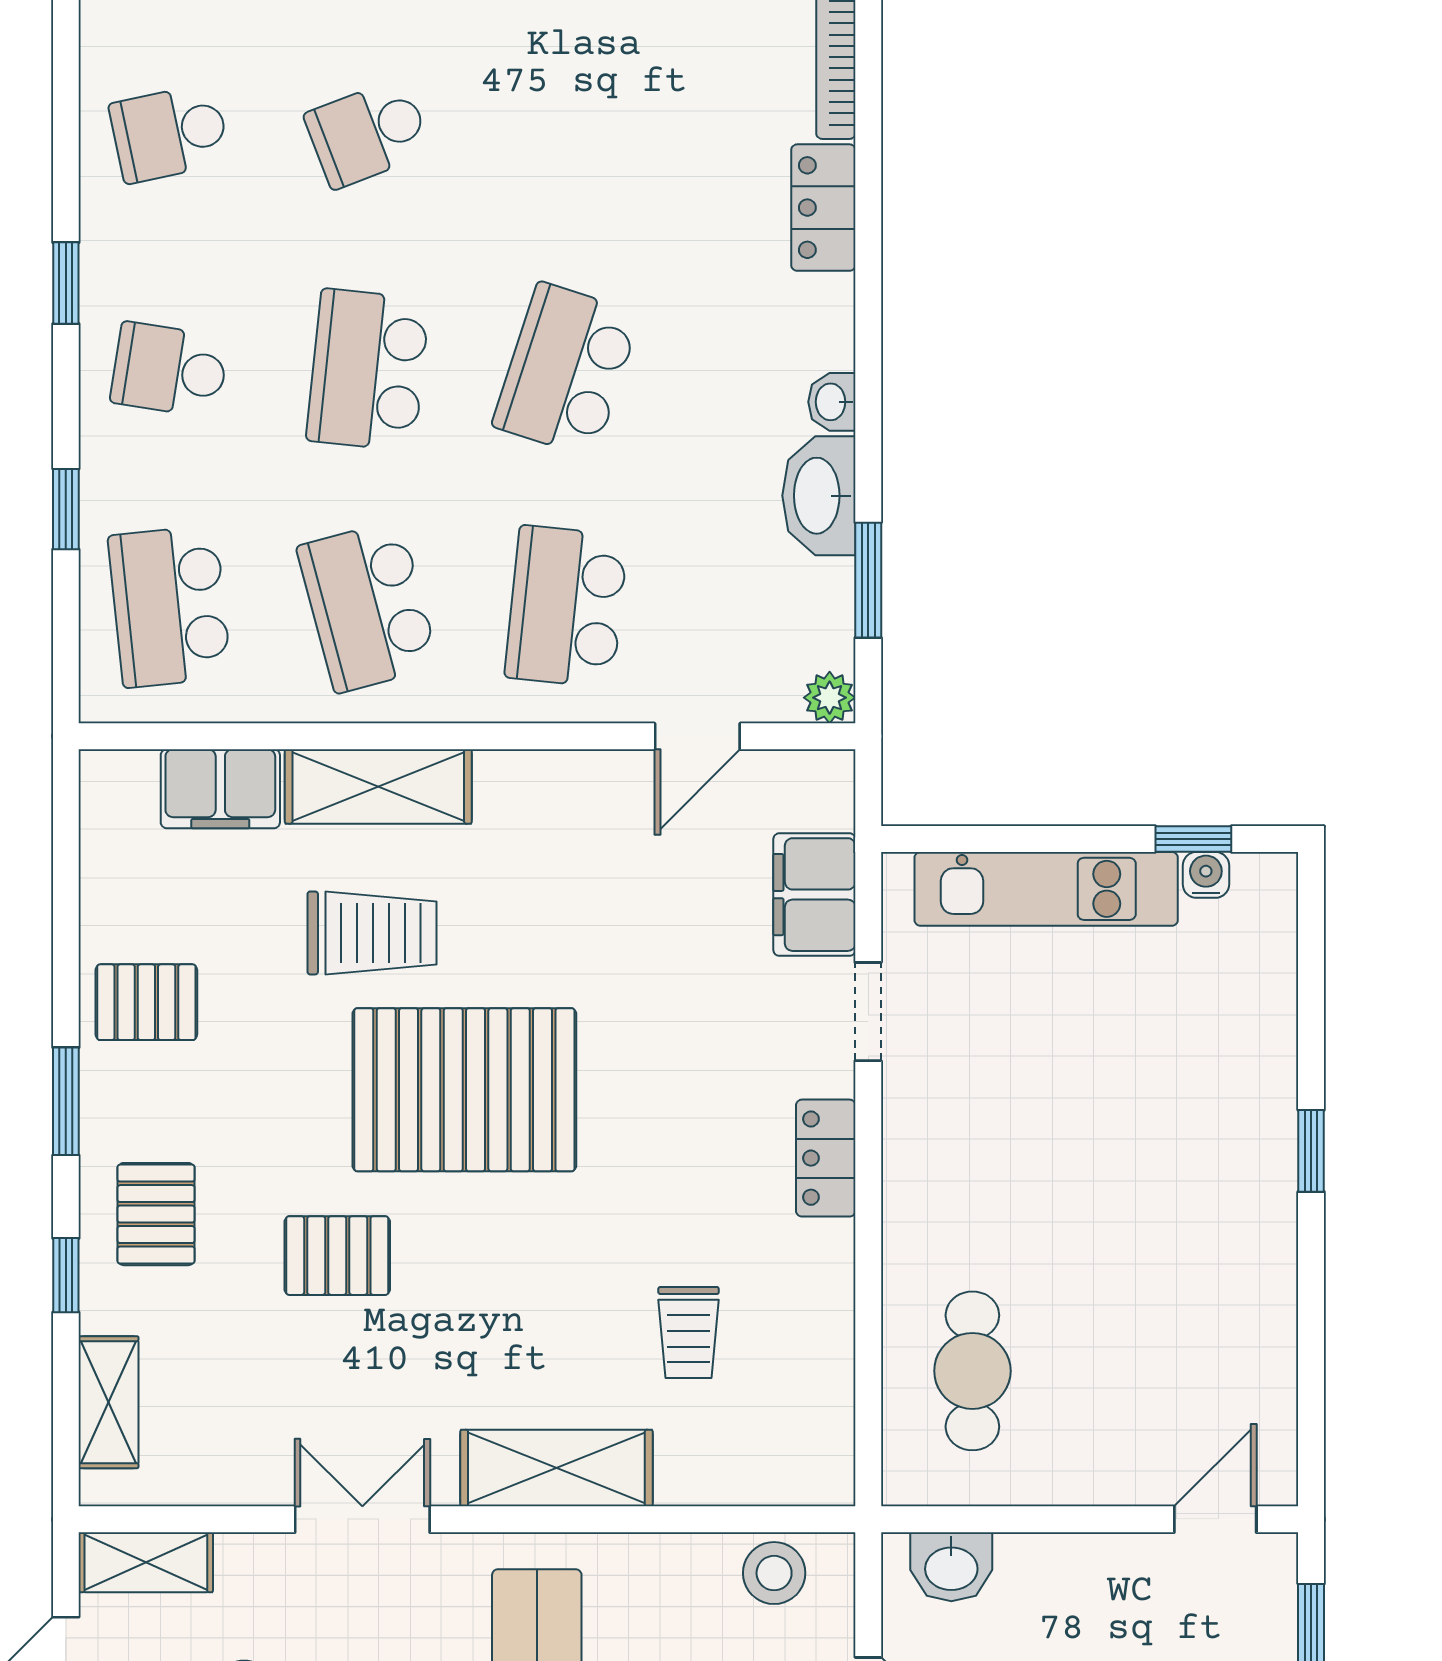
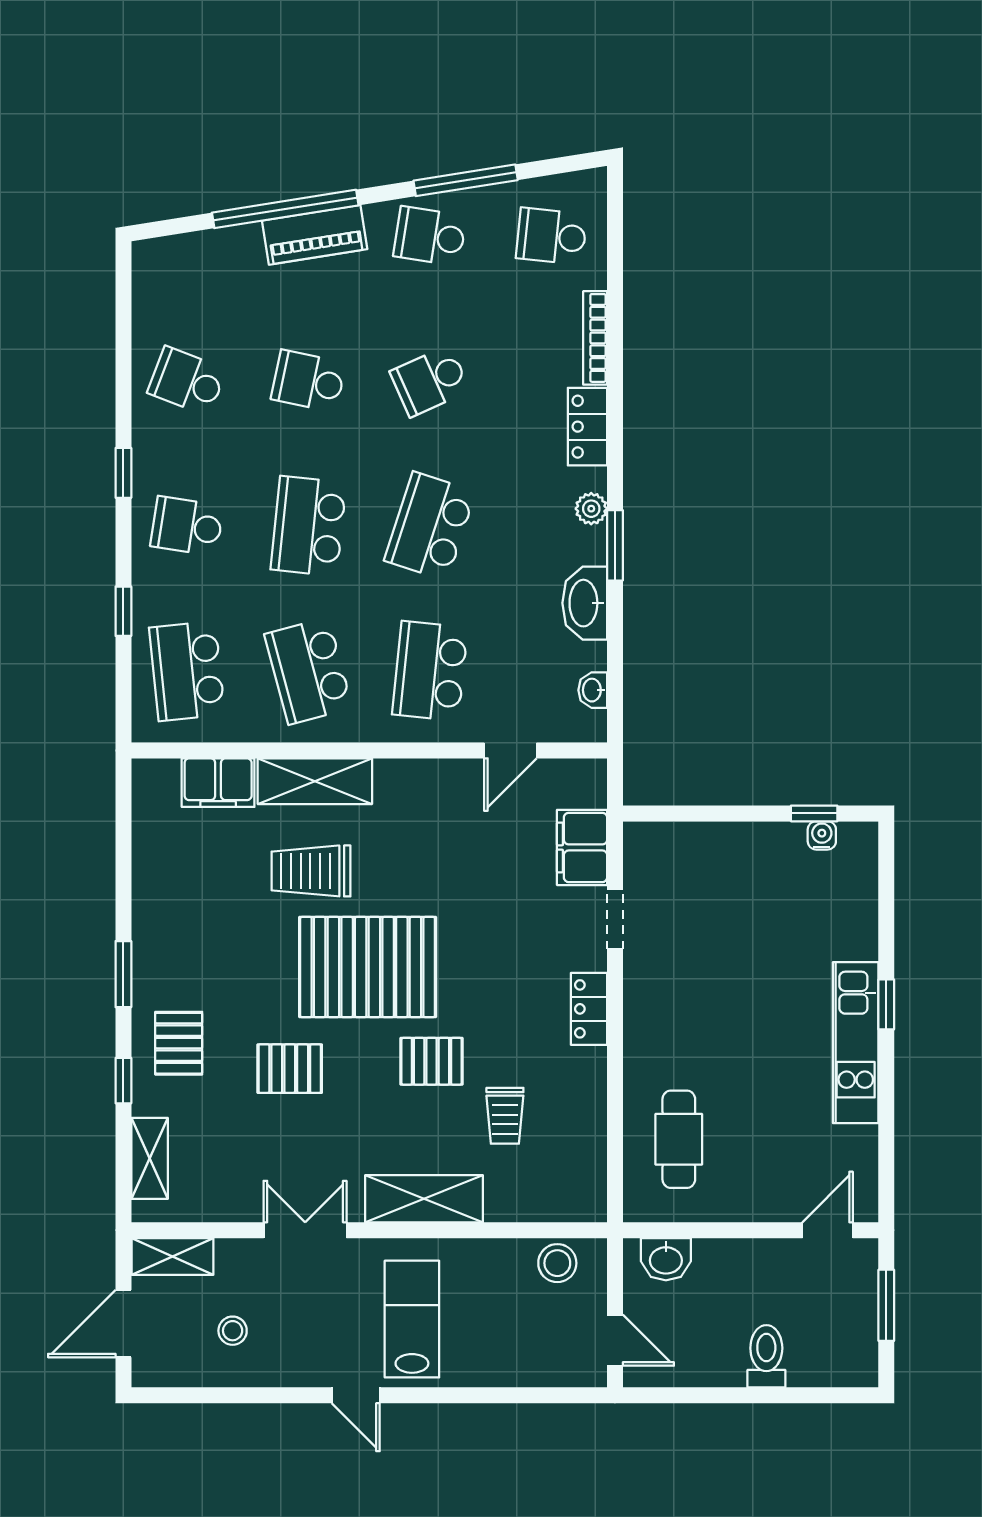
school desk: (170, 133) -> (187, 381), turned 33
school desk: (368, 133) -> (308, 381), turned 33
school desk: (566, 133) -> (430, 381), added
washbasin: (832, 402) -> (593, 690), moved
window: (868, 580) -> (615, 545), moved
plant: (830, 698) -> (591, 509), moved
kitchen unit: (1046, 889) -> (856, 1043), moved, turned 90
trolley: (372, 933) -> (311, 871), turned 180
pallet: (146, 1002) -> (432, 1061), moved

